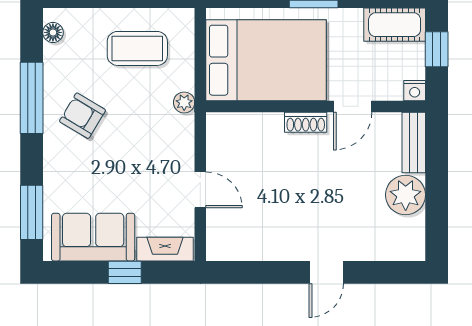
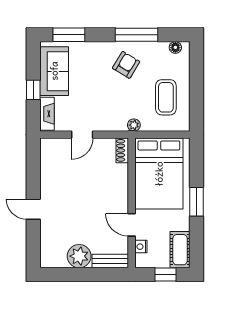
nightstand: (415, 91) -> (141, 247), moved
shoe rack: (306, 122) -> (122, 150), moved

